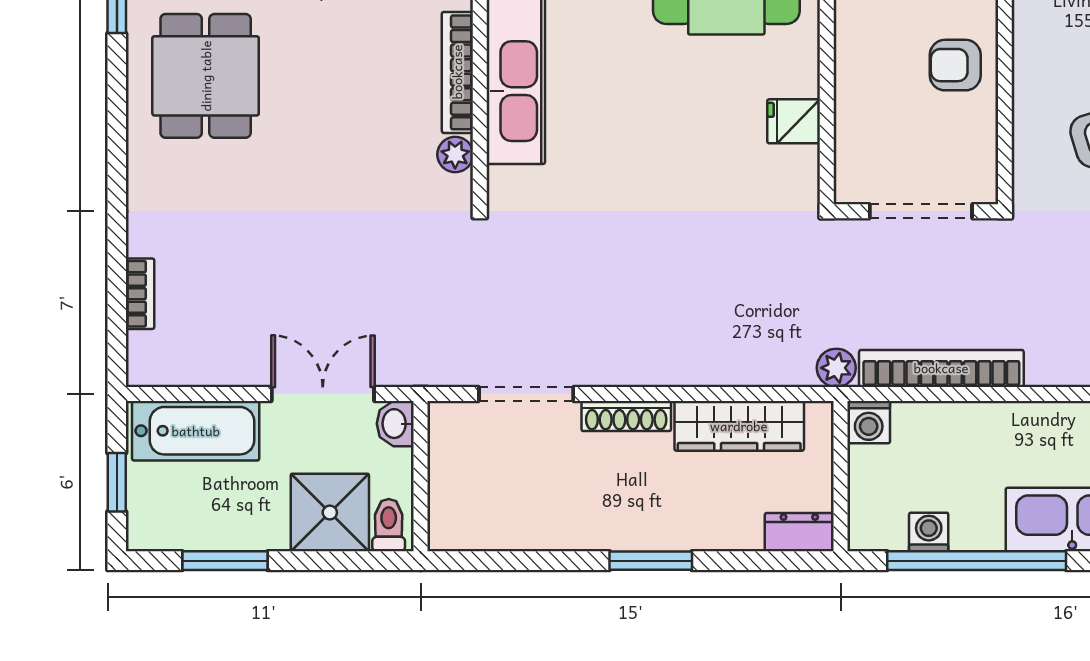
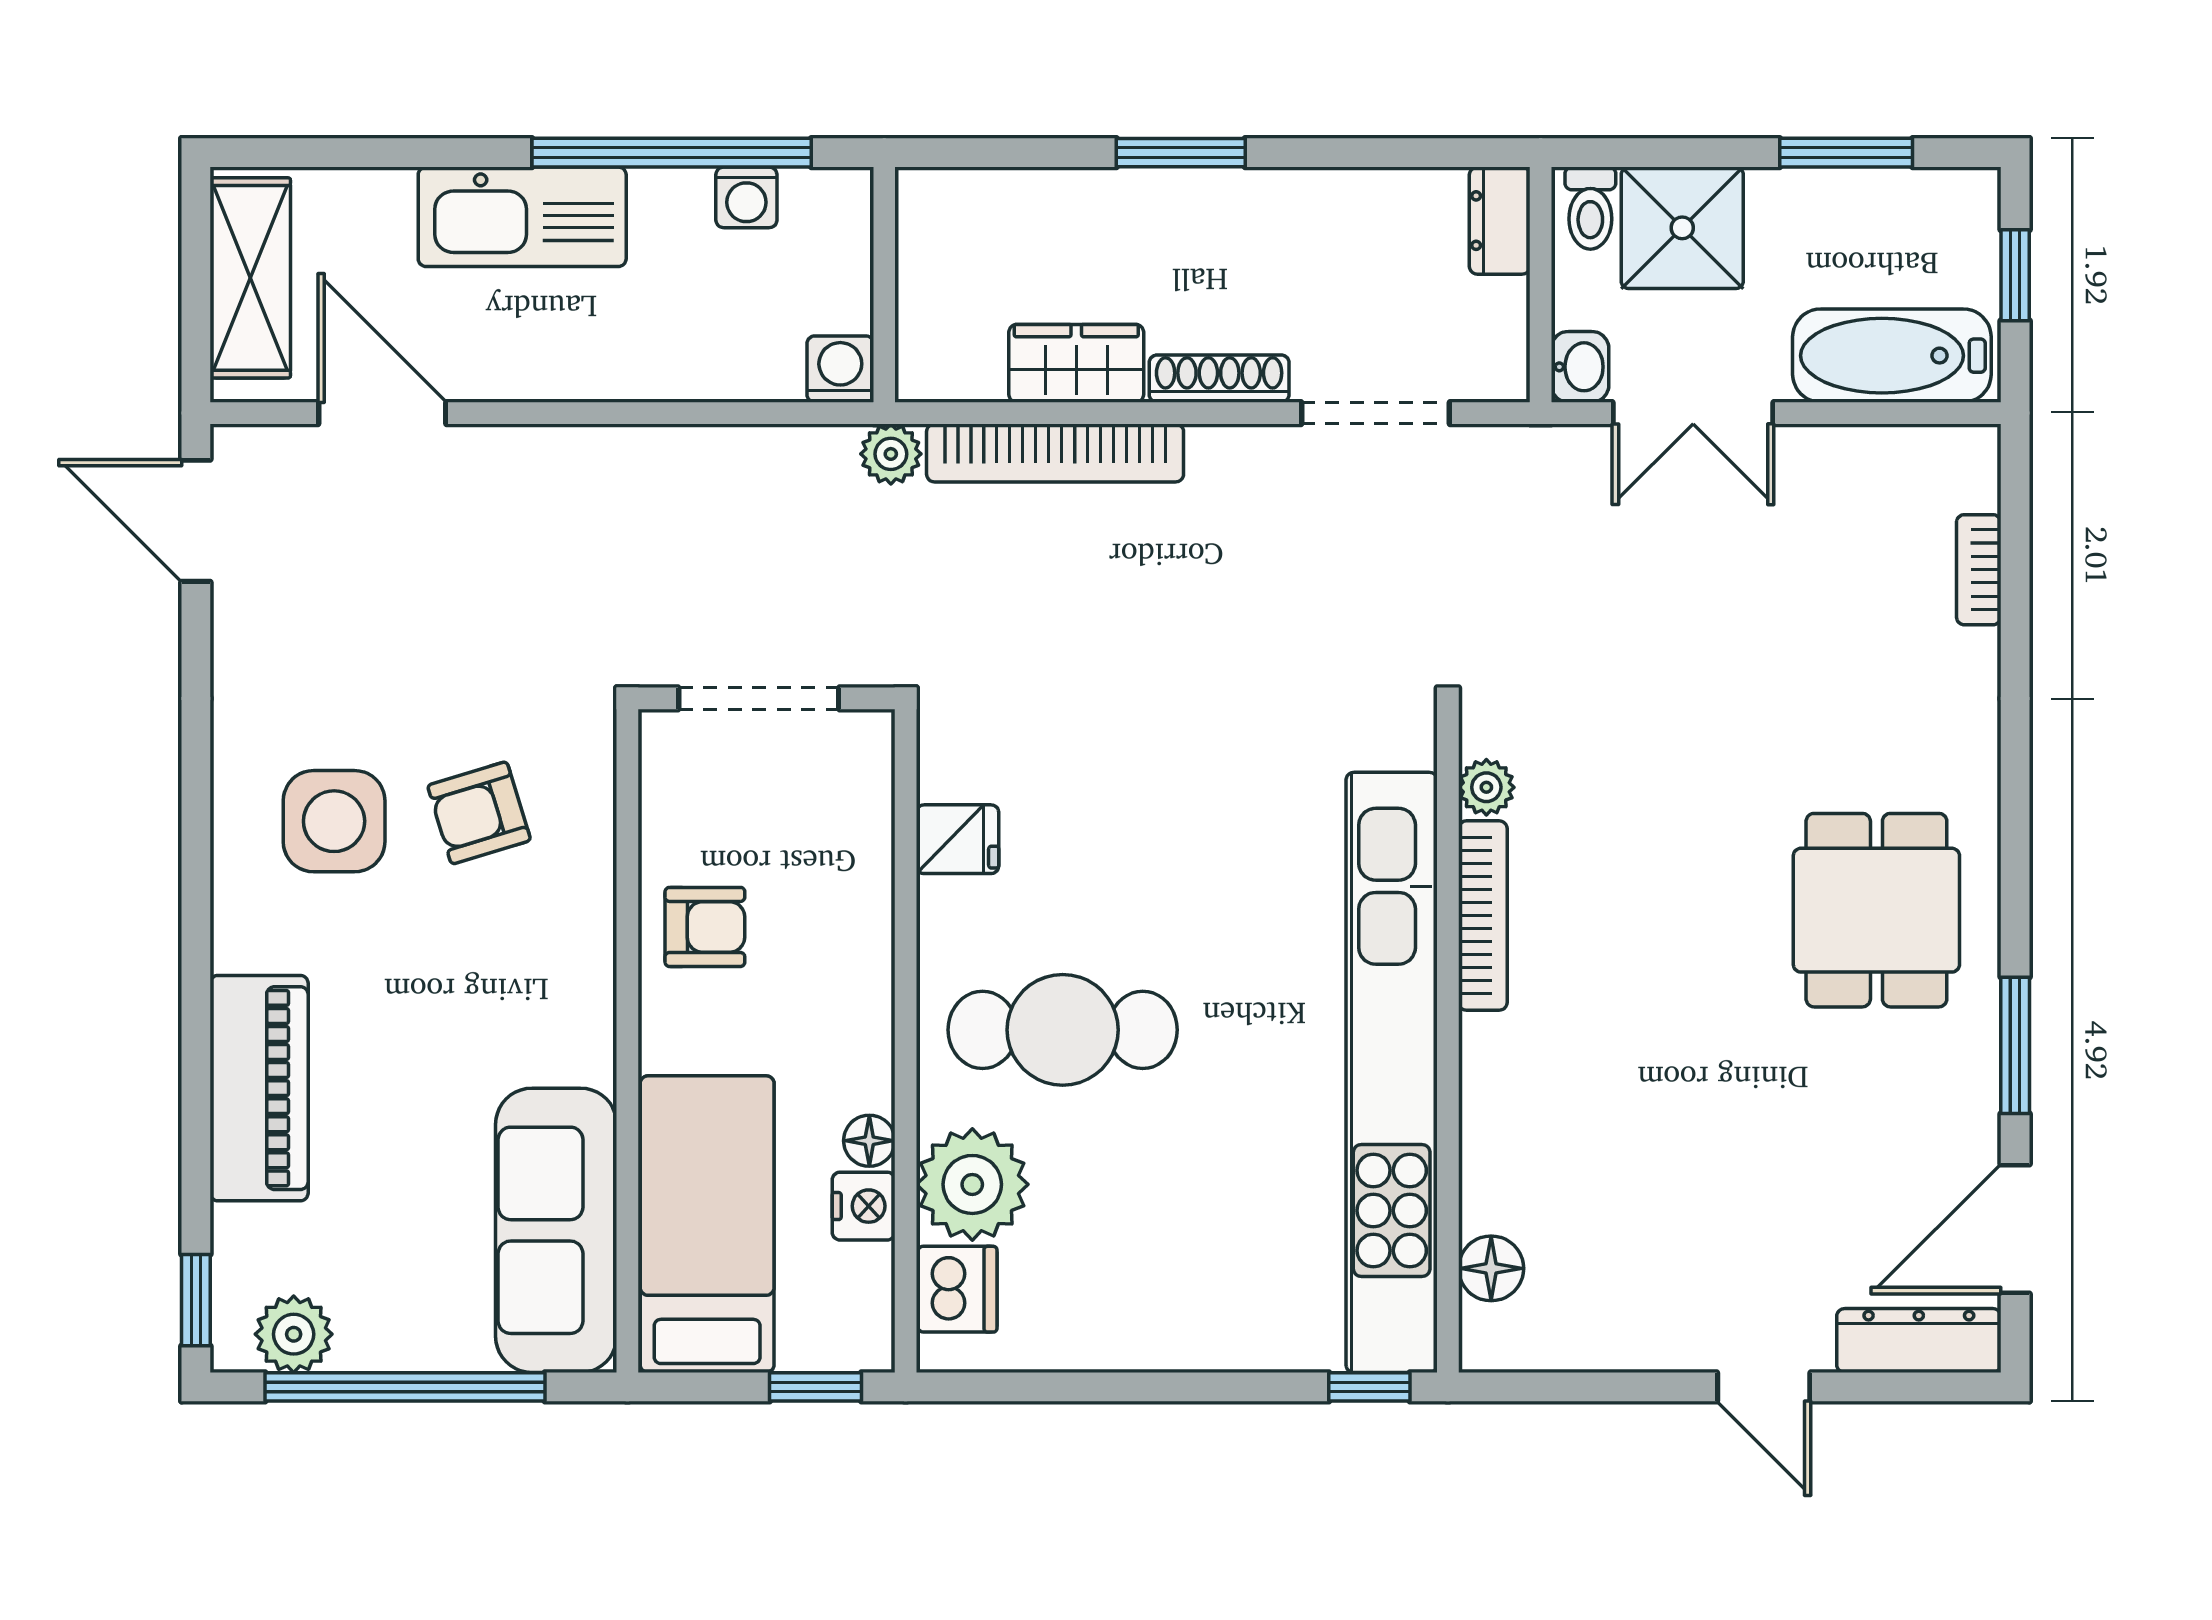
bookcase: (941, 368) -> (1055, 453), moved
wardrobe: (739, 426) -> (1076, 363), width x0.67
dresser: (799, 532) -> (1500, 221), moved, turned 90

